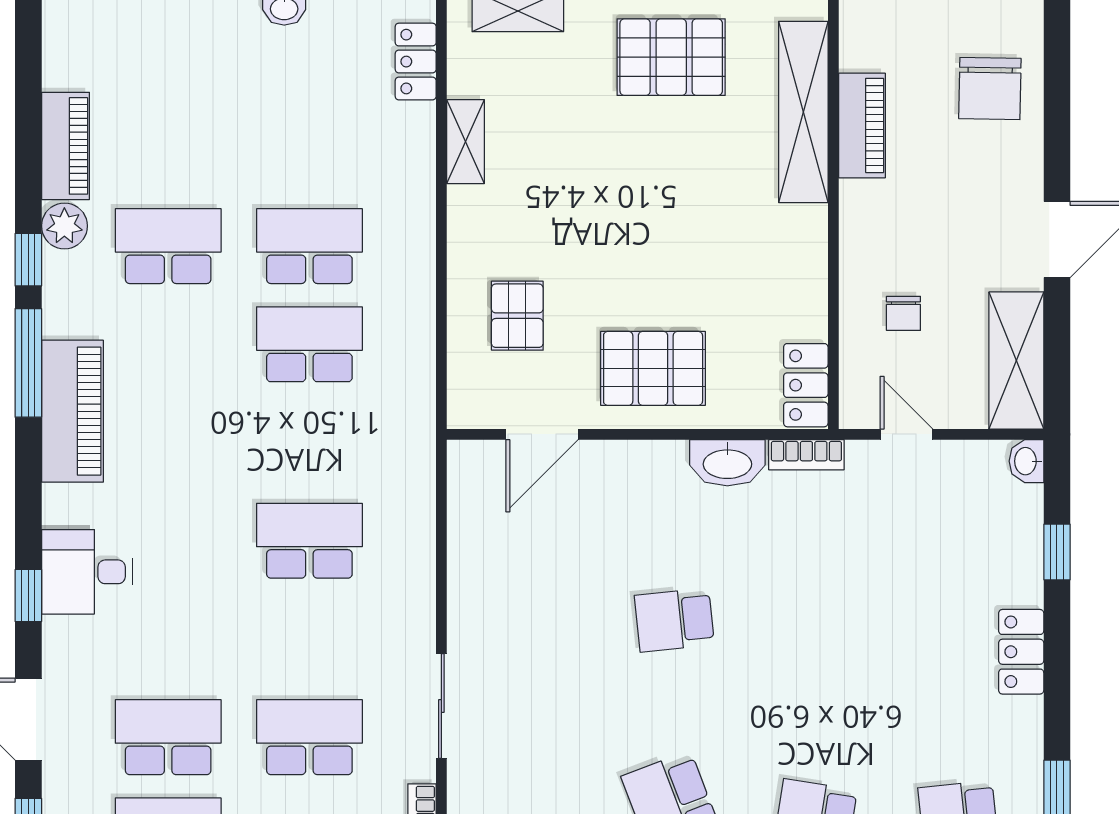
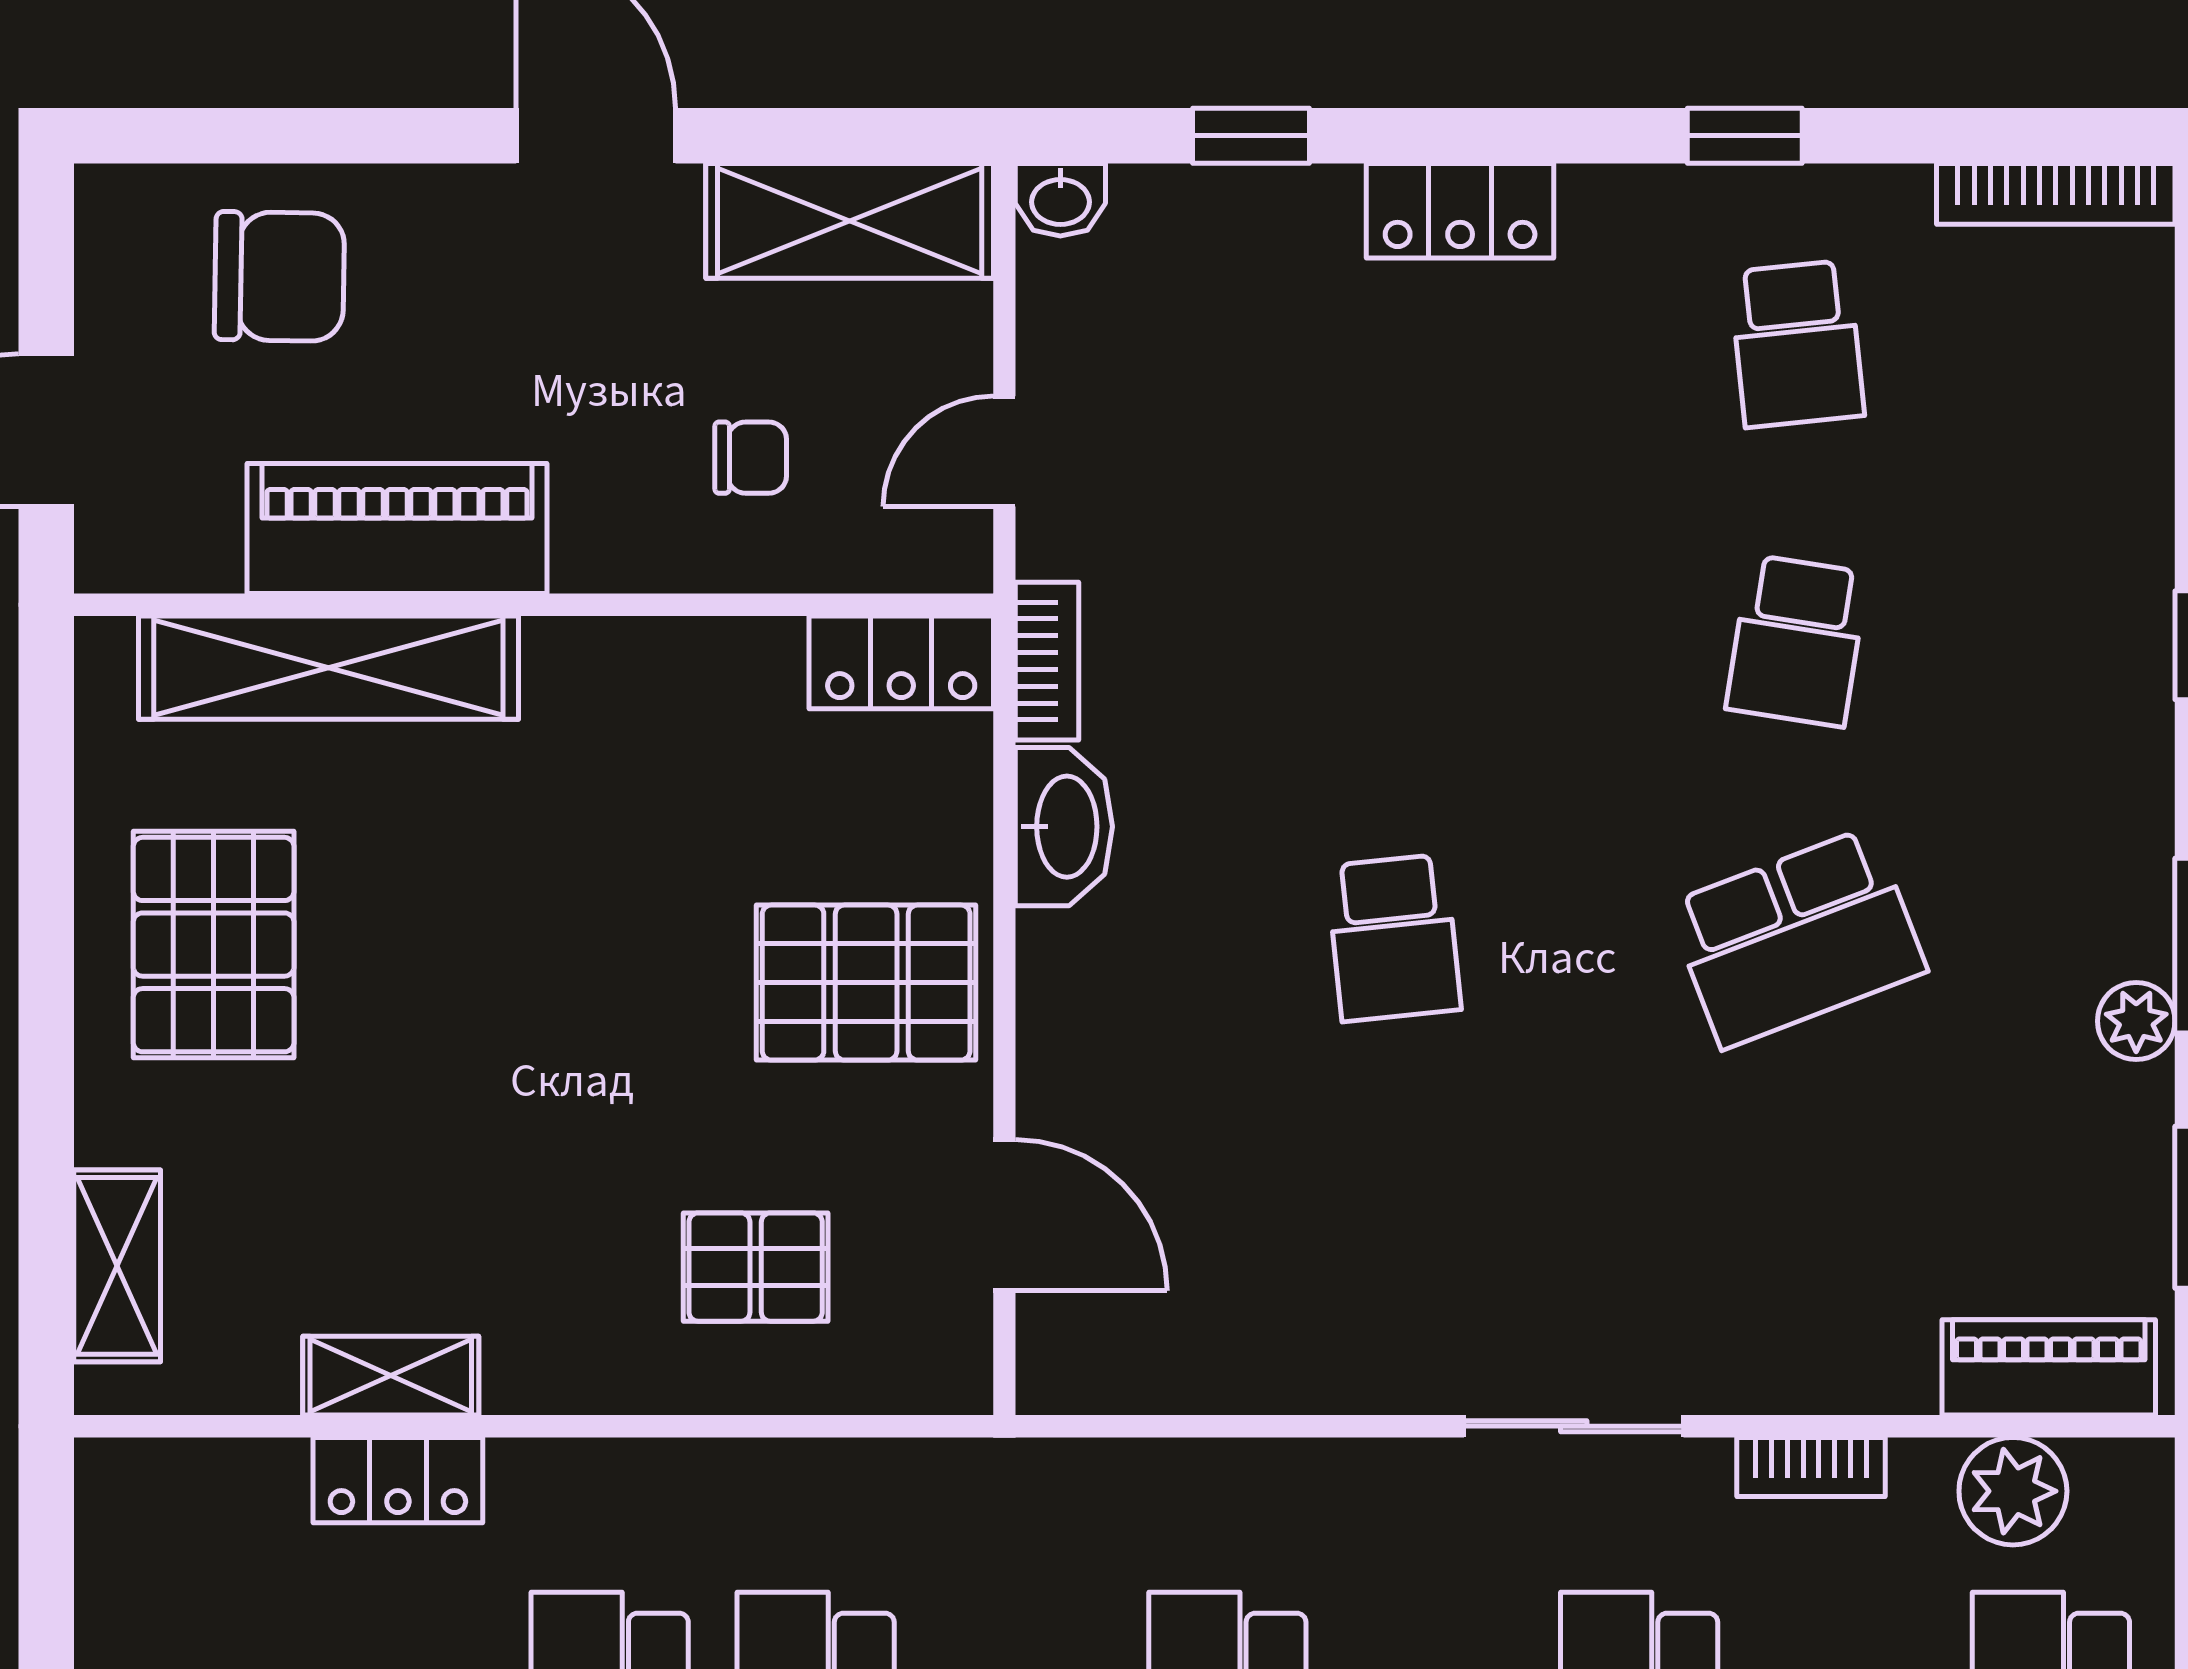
locker: (416, 62) -> (398, 1480), moved
piano: (862, 125) -> (397, 528), width x1.37, depth x1.33
pallet: (653, 368) -> (866, 983), turned 90

